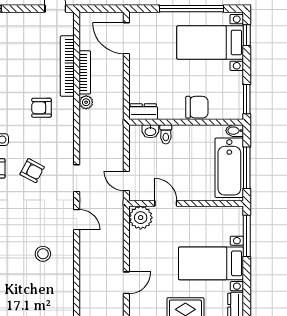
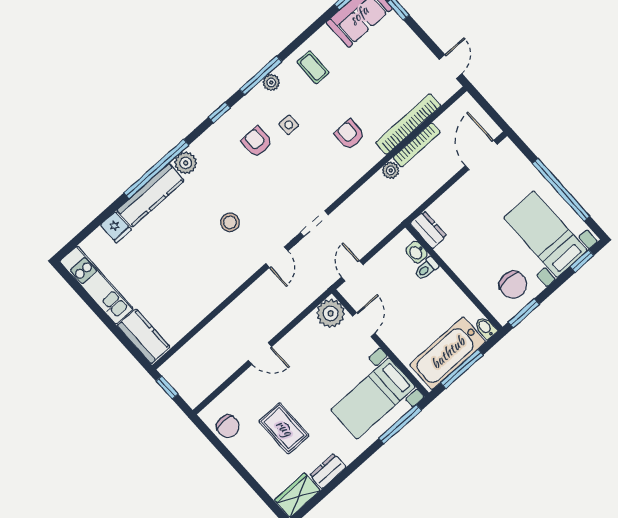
chair: (197, 107) -> (513, 285), moved
armchair: (32, 171) -> (285, 177), removed
stool: (43, 254) -> (230, 222), moved
bed with nightstands: (211, 263) -> (373, 398), moved, turned -90

